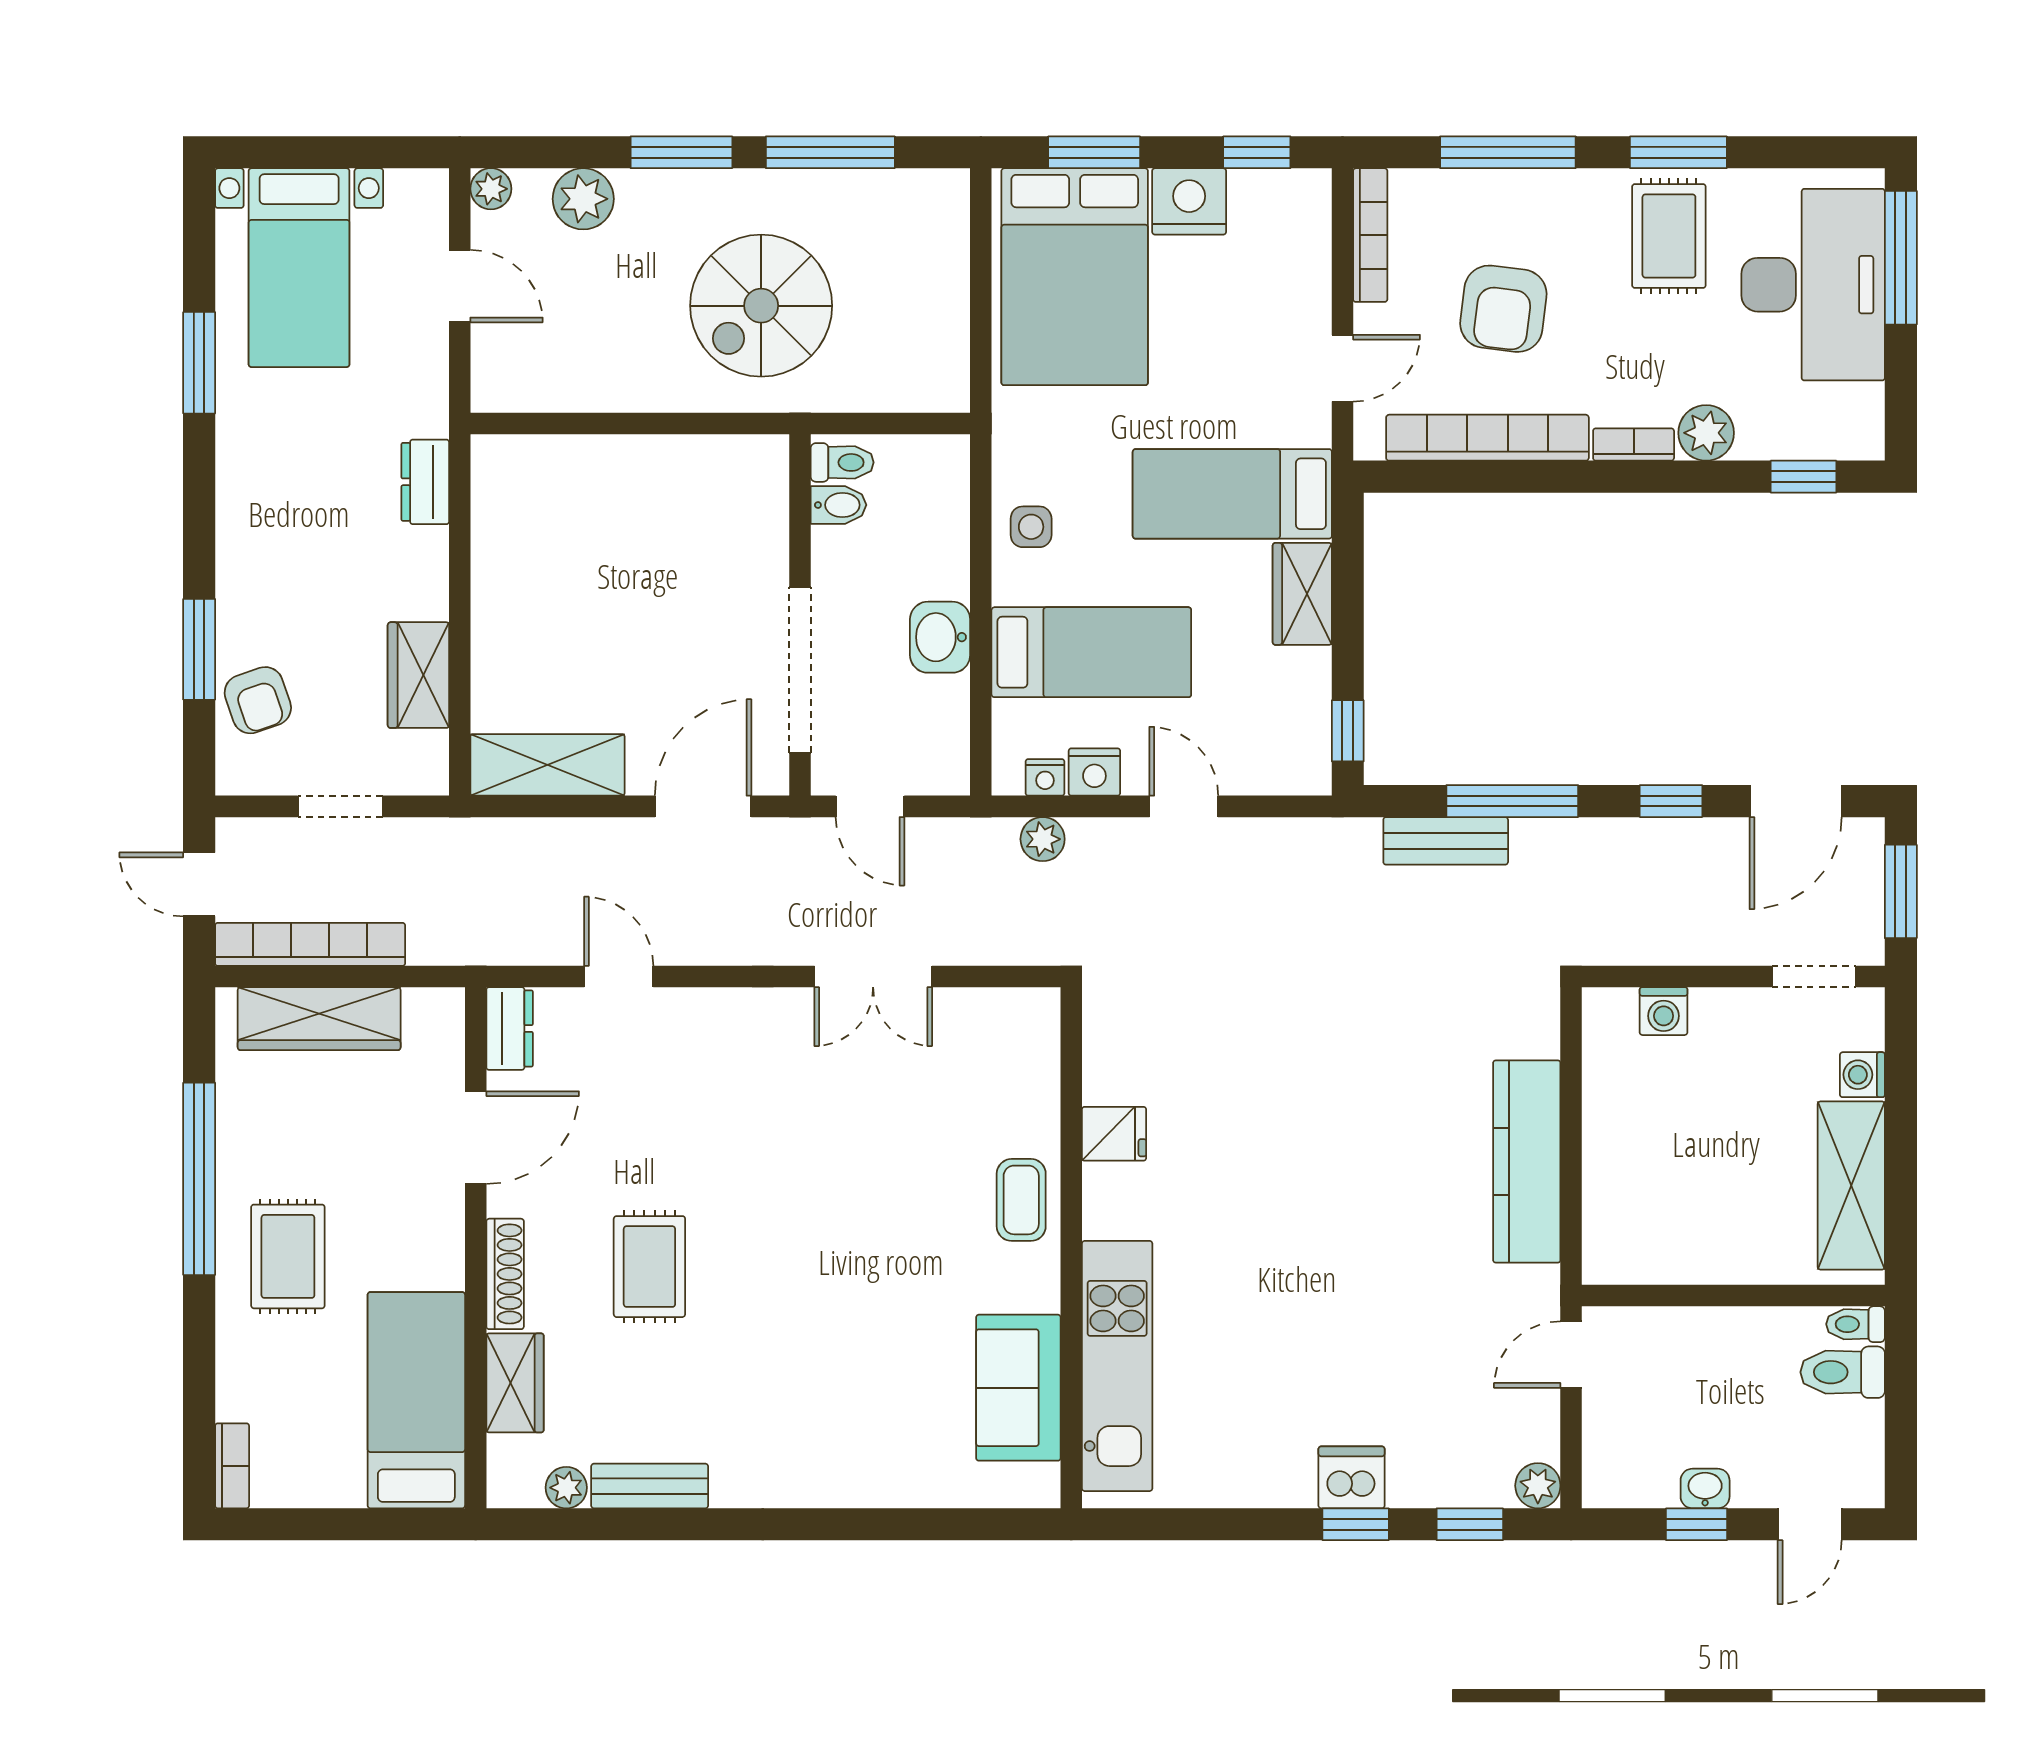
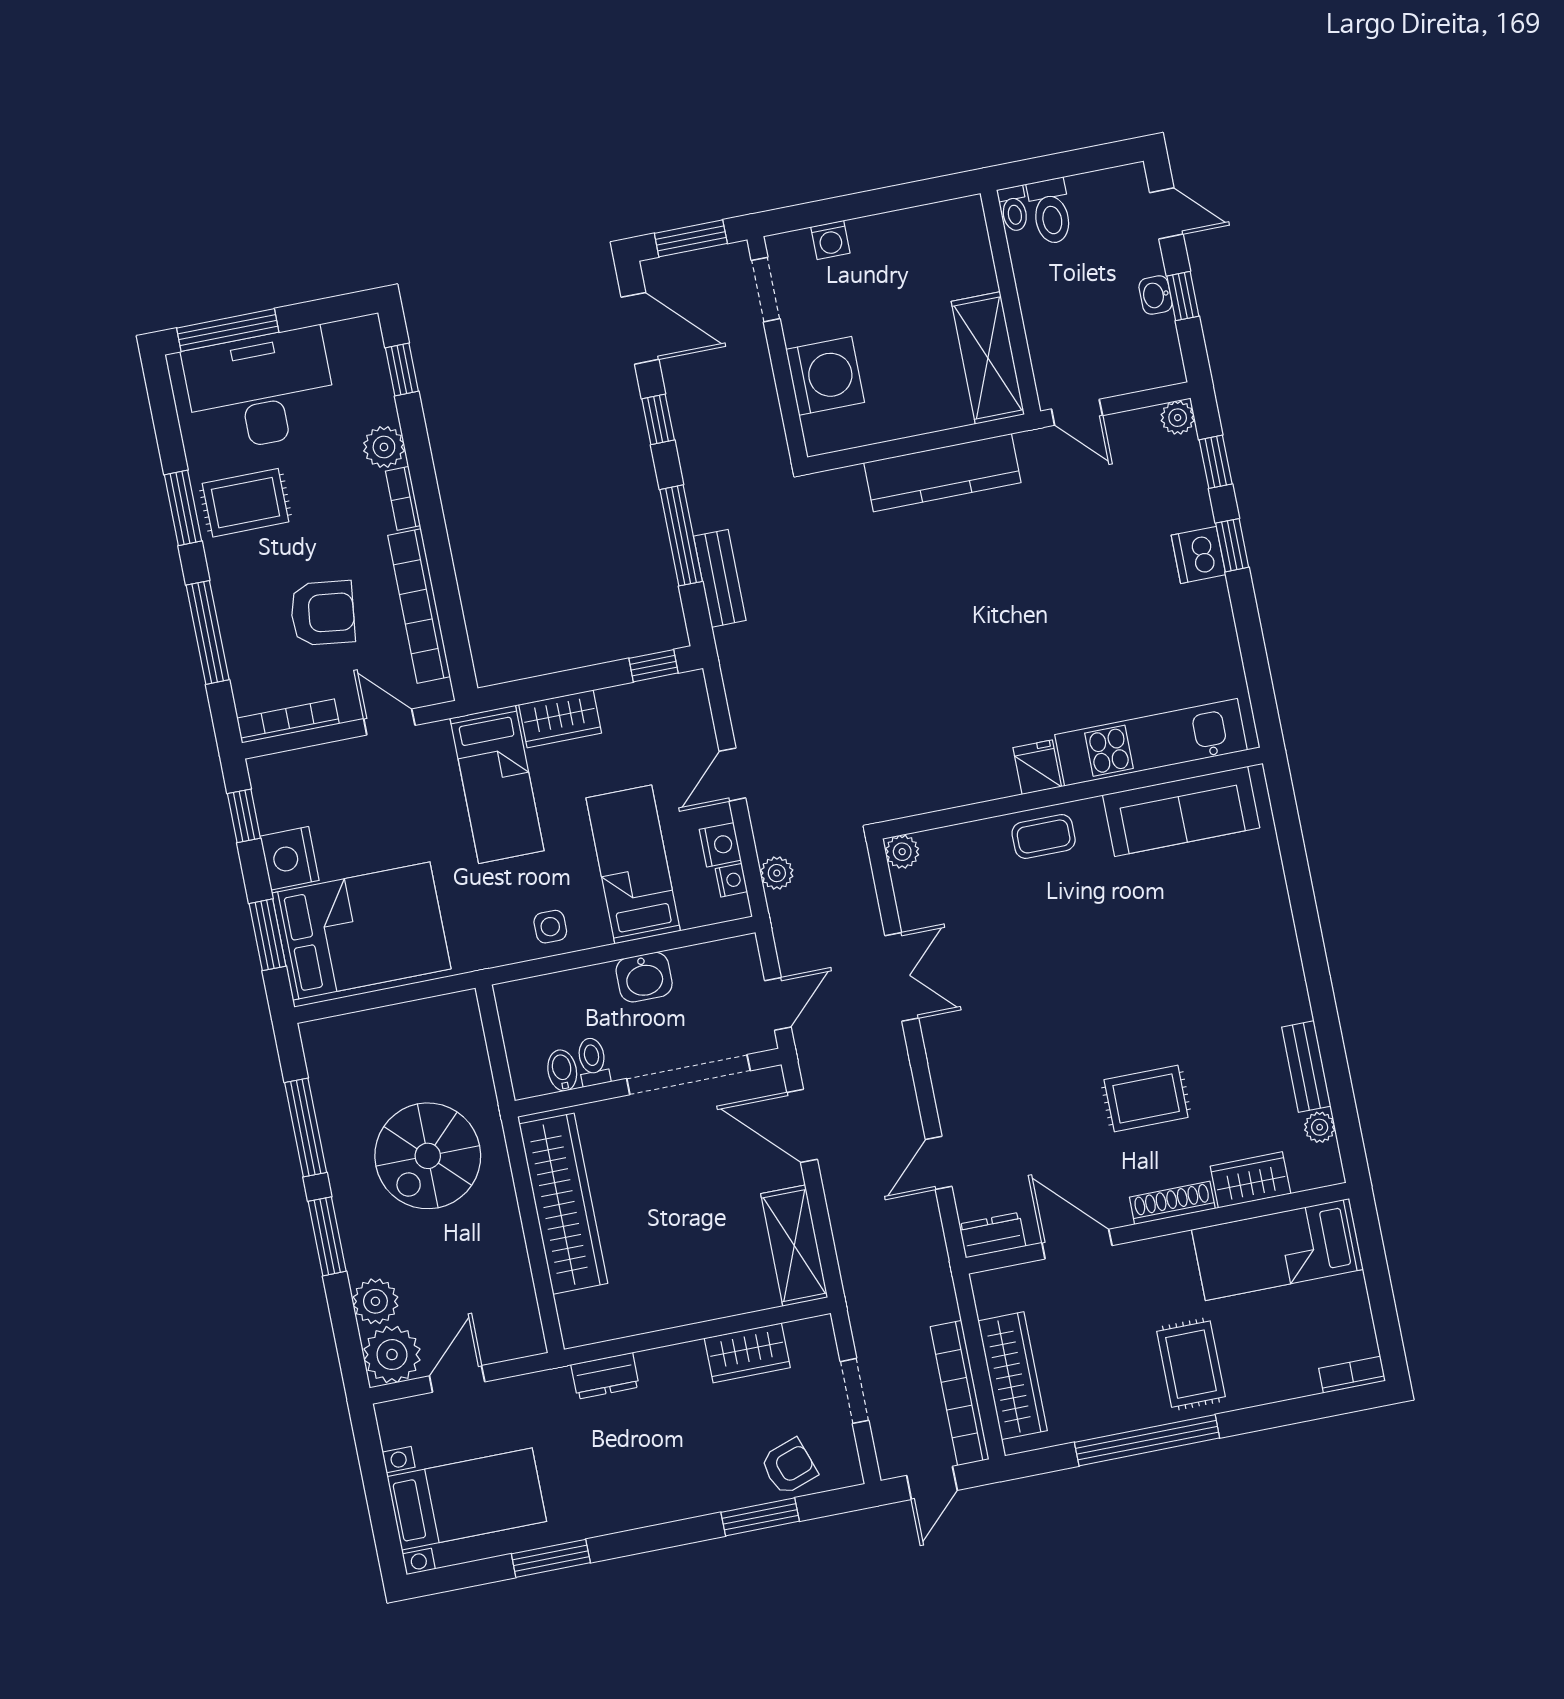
plant: (491, 189) -> (392, 1355), width x1.87, depth x1.87
spiral stairs: (761, 306) -> (428, 1156), turned 90
toilet: (842, 462) -> (593, 1062), moved
wardrobe: (663, 472) -> (563, 1204), added
plant: (1038, 1010) -> (902, 852), added
washing machine: (1664, 1011) -> (825, 376), width x1.89, depth x1.89
fridge: (1114, 1134) -> (1037, 767), moved
shelving: (1851, 1186) -> (988, 358), moved, turned 90
rug: (288, 1256) -> (1191, 1364), turned 90
sofa: (1018, 1388) -> (1181, 811), width x1.36

